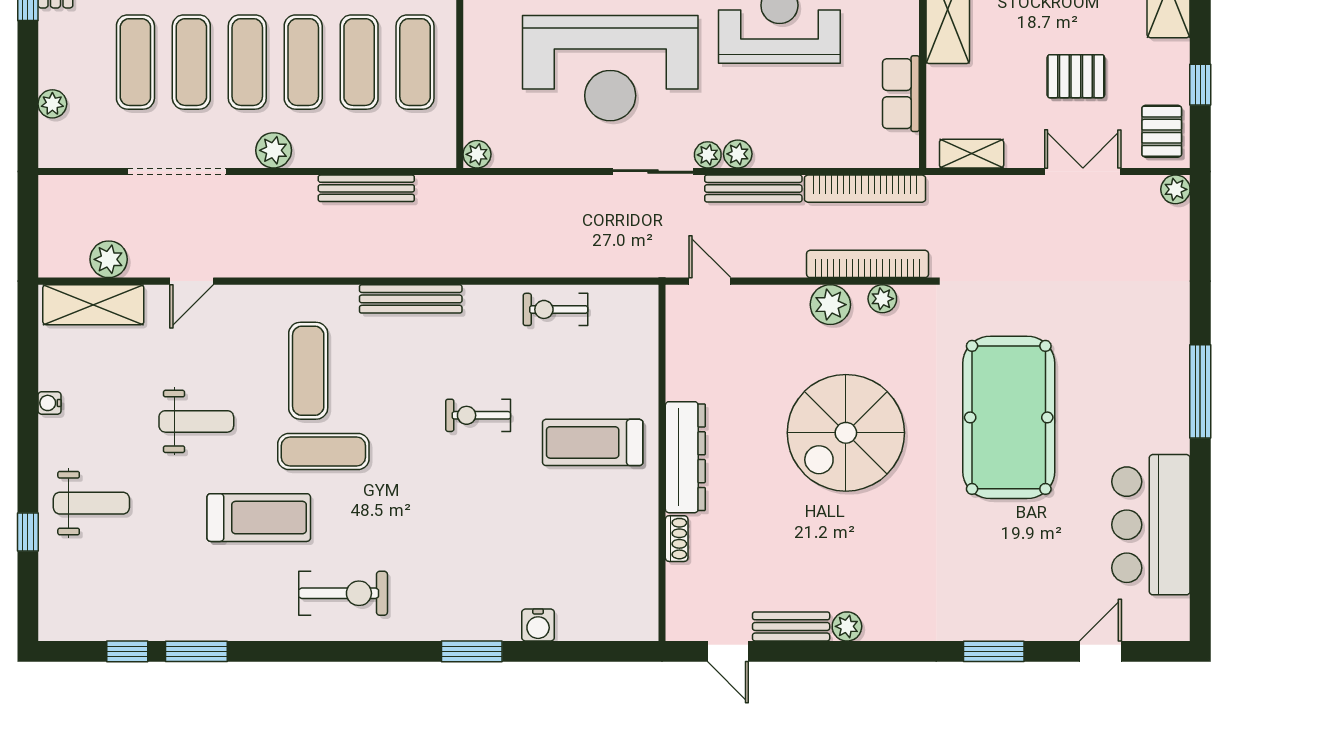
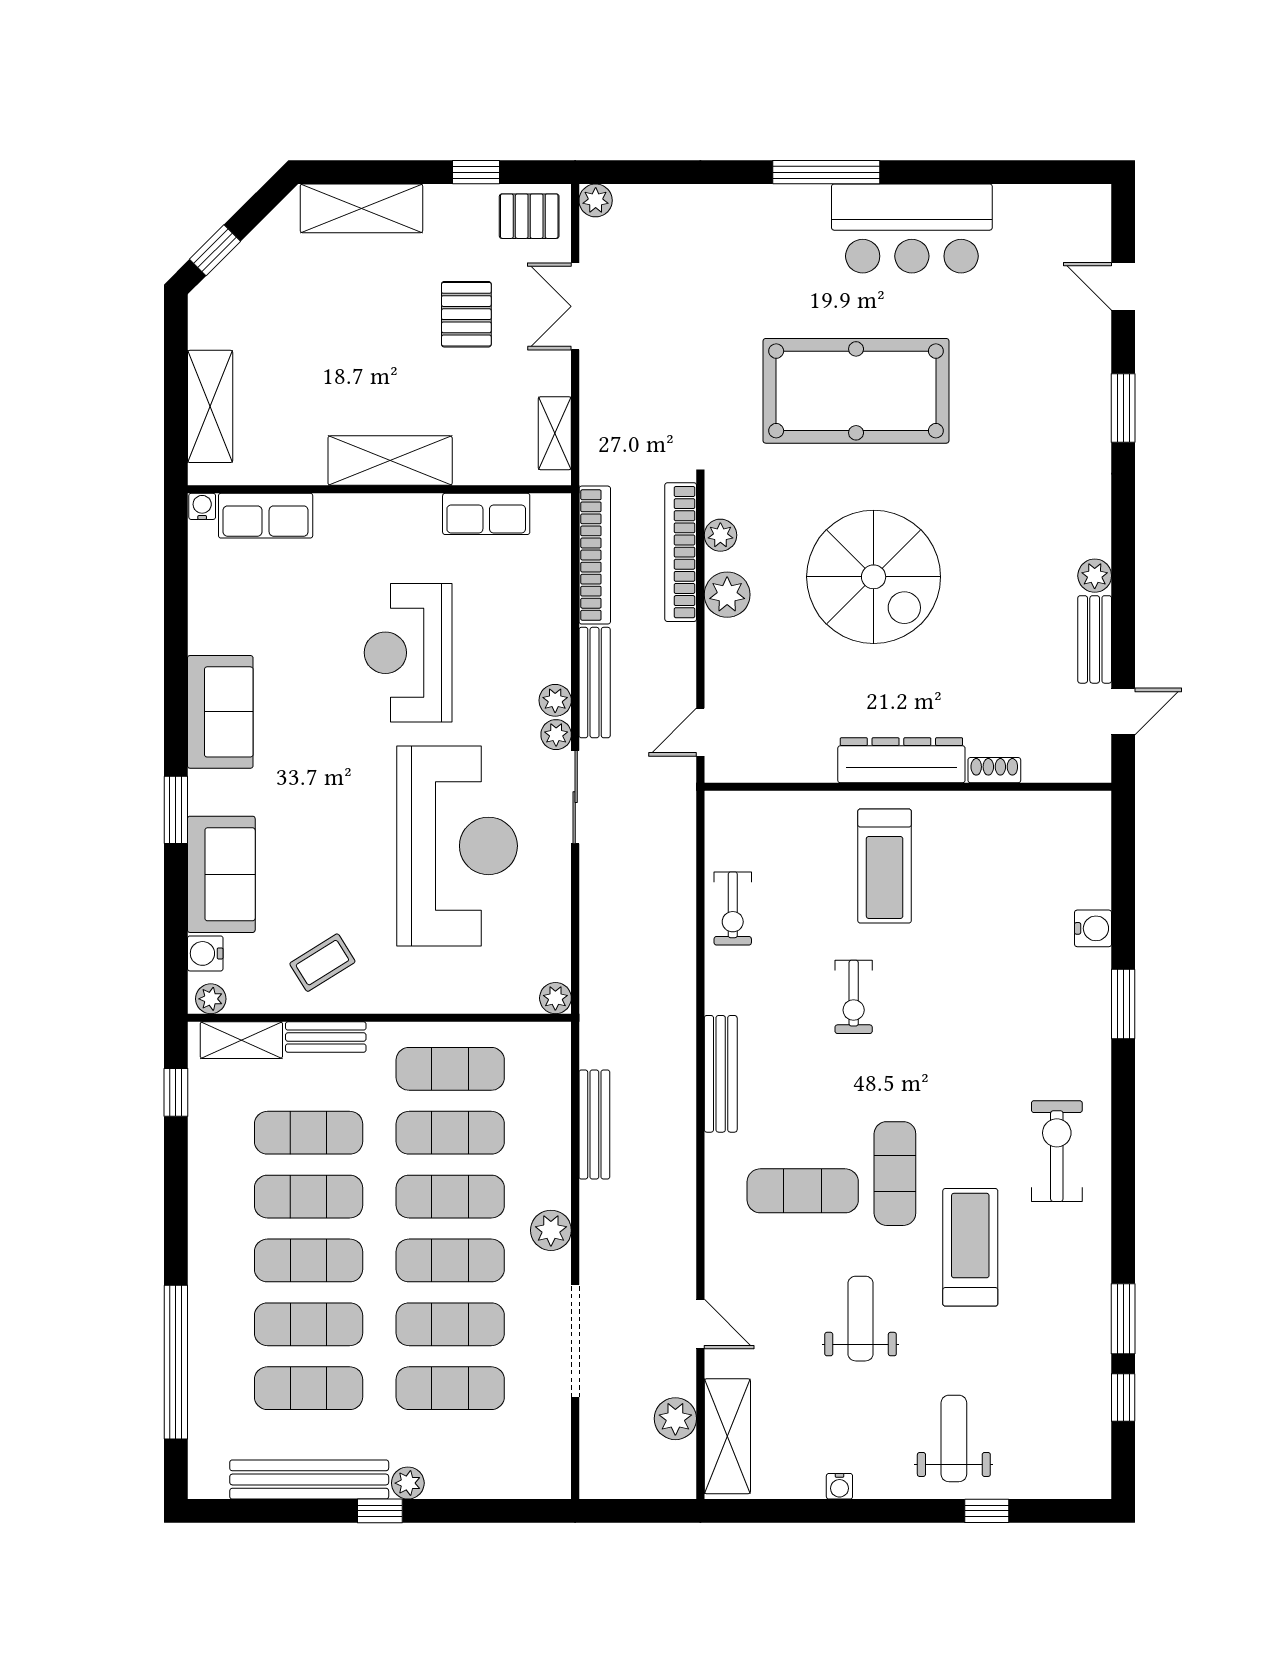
plant: (52, 104) -> (408, 1483), moved
bar counter: (1151, 525) -> (912, 228), moved

